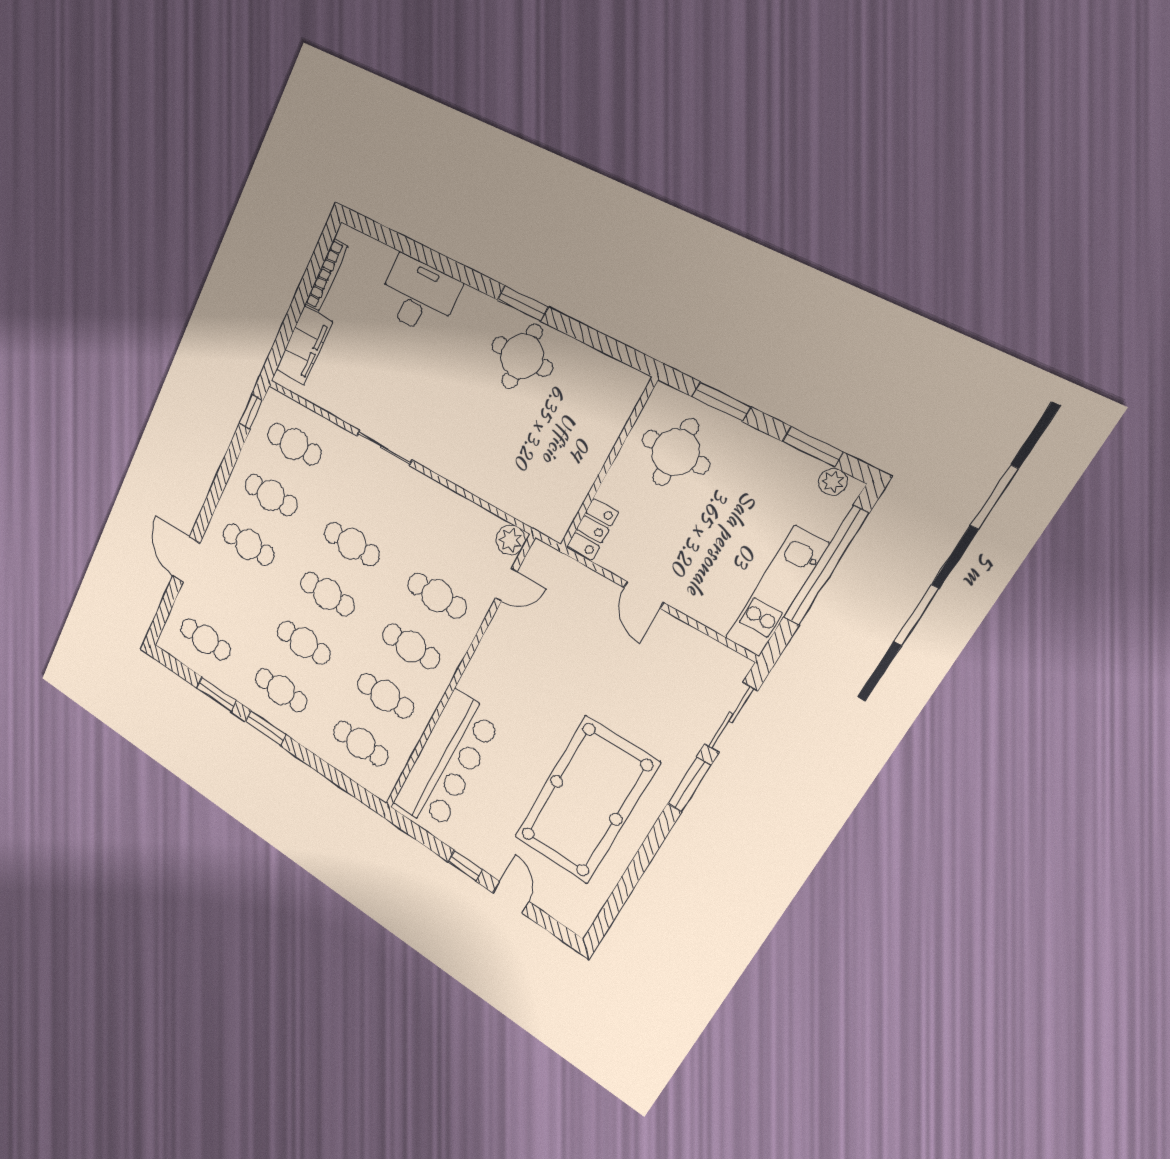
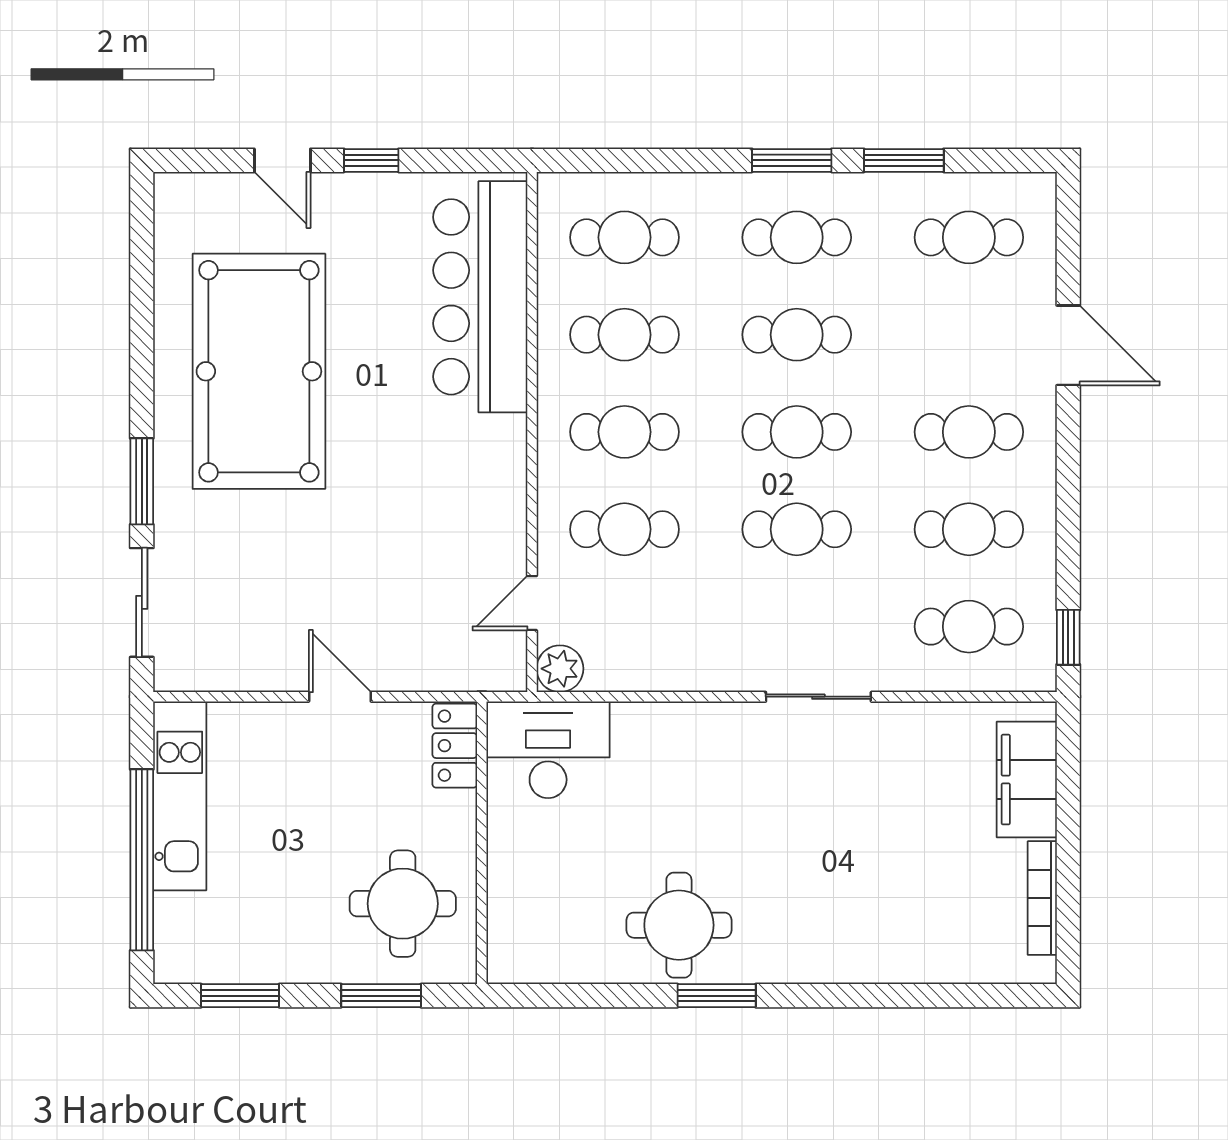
desk: (418, 295) -> (548, 750), moved, turned 180
plant: (833, 482) -> (193, 966), removed

